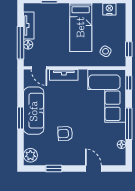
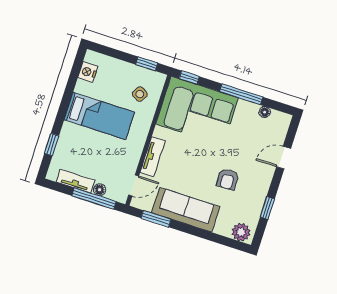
window: (20, 118) -> (156, 219), moved

